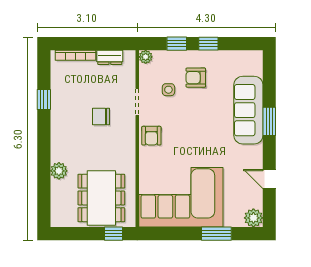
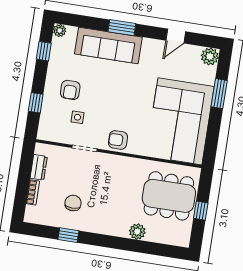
window: (208, 44) -> (44, 51), moved
bookcase: (75, 55) -> (33, 192), width x0.64
plant: (146, 57) -> (60, 30), moved
chair: (101, 117) -> (73, 203), moved, turned 180
armchair: (151, 136) -> (118, 140), turned 180
window: (114, 234) -> (201, 211), moved

